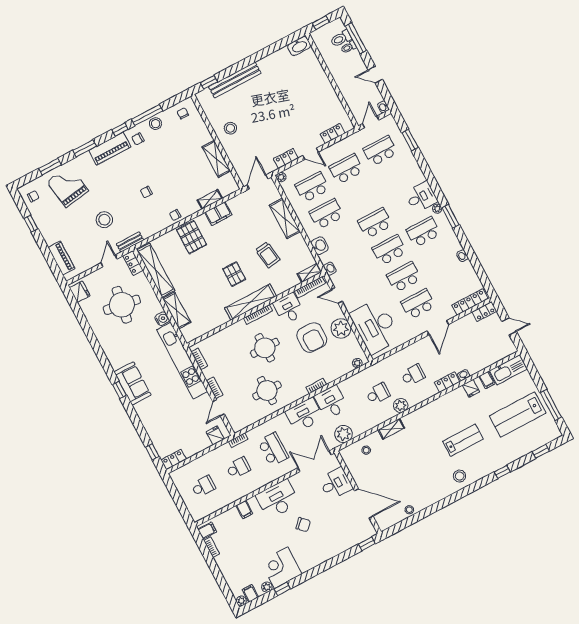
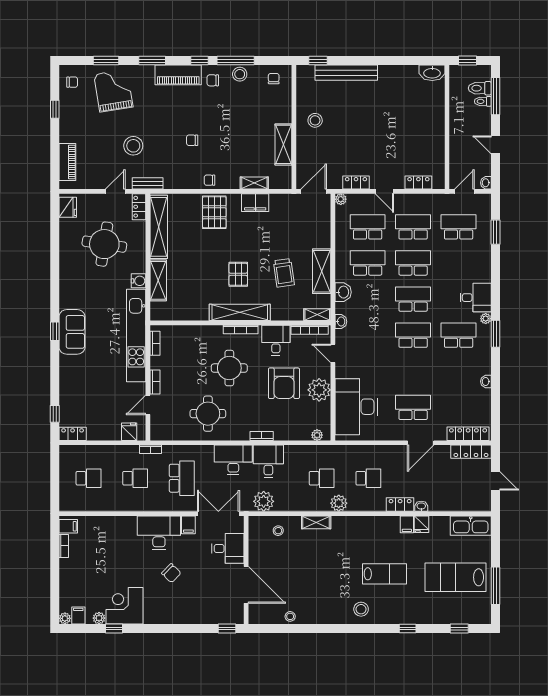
shelving: (285, 218) -> (322, 271), moved
school desk: (404, 277) -> (413, 263), moved
locker: (484, 311) -> (471, 452), width x1.53
filing cabinet: (487, 380) -> (407, 524), moved
filing cabinet: (244, 509) -> (188, 525), moved

